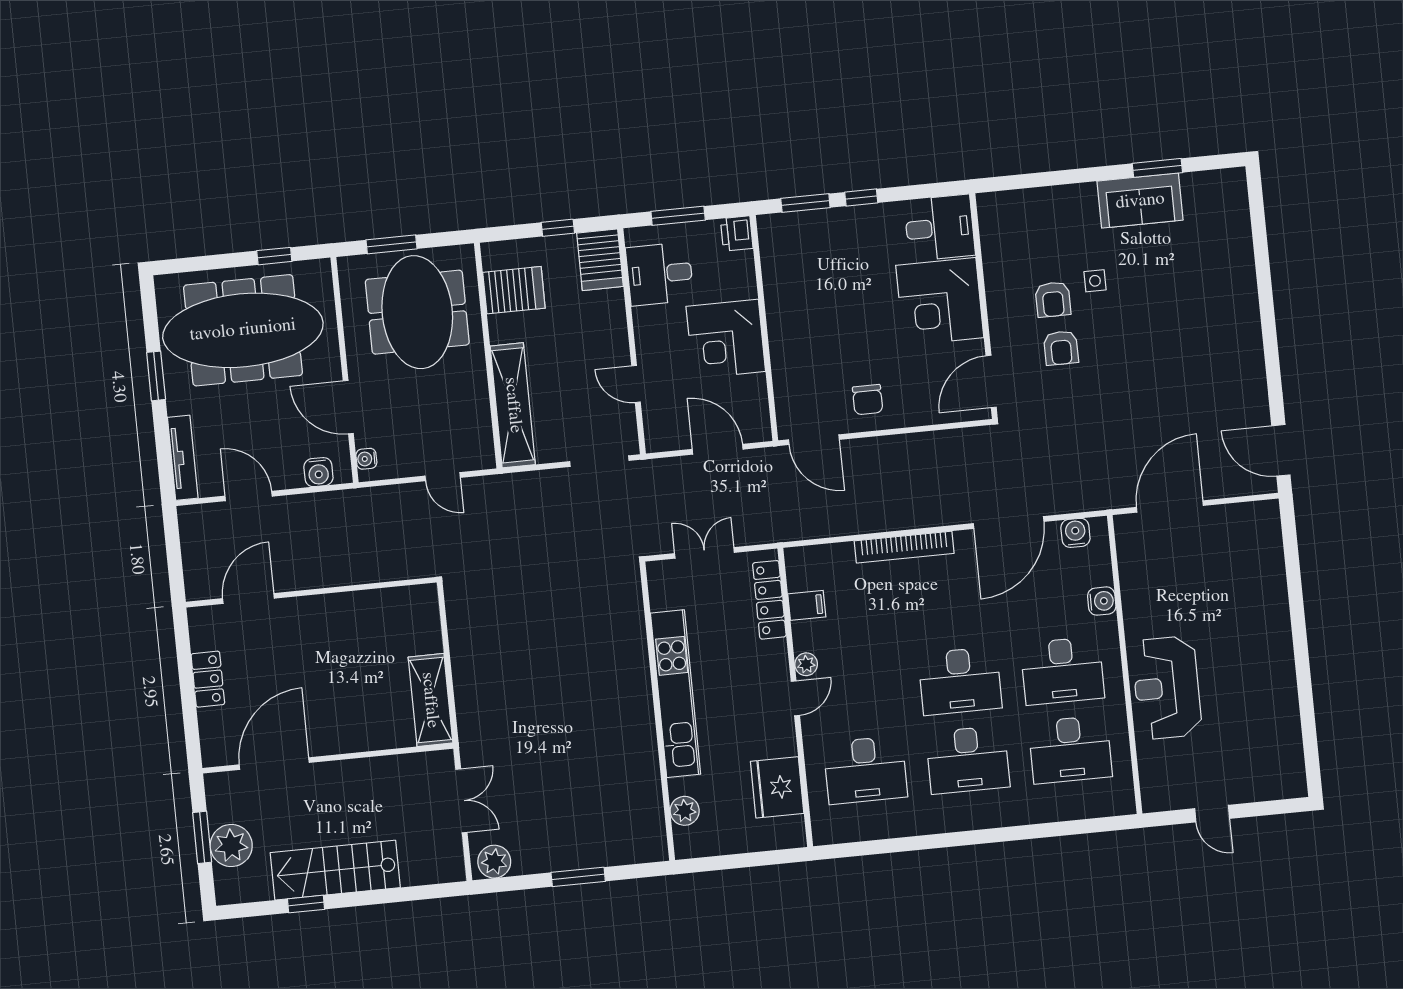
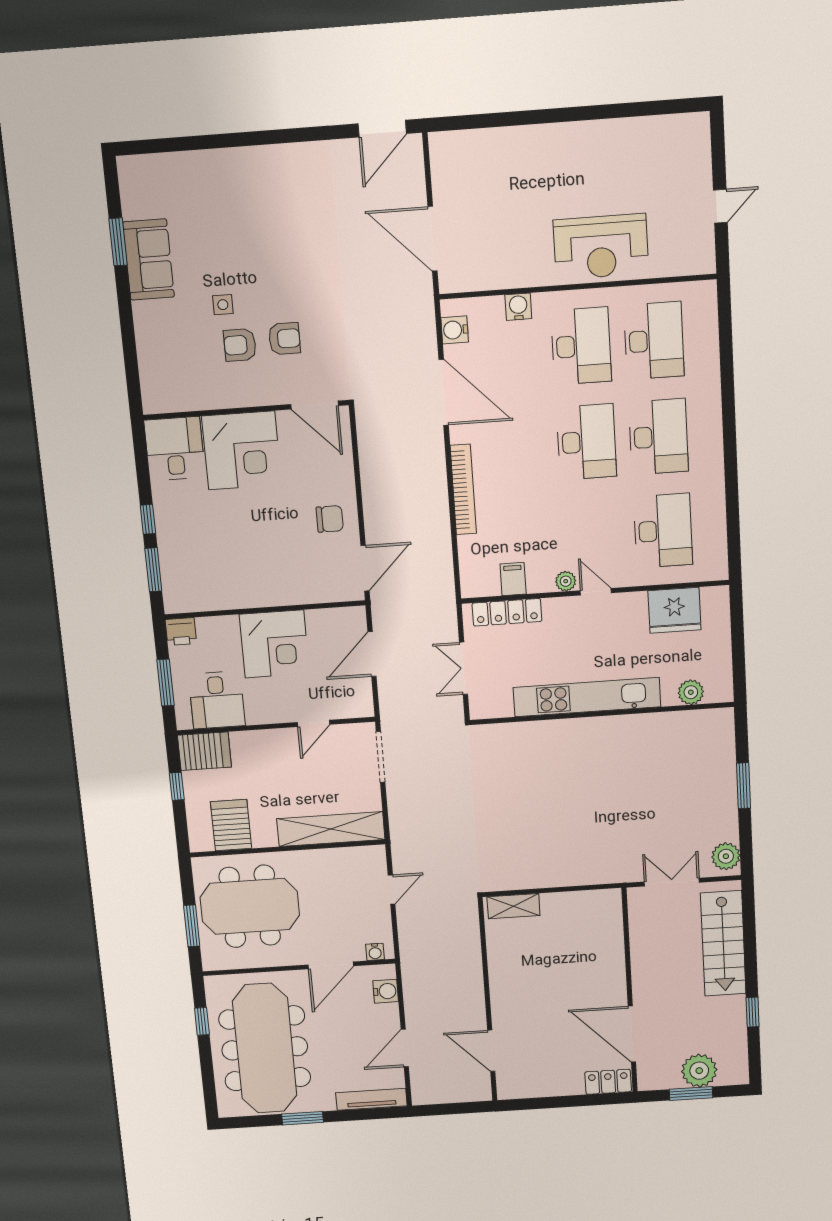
armchair: (1053, 299) -> (240, 345), turned 180
locker: (208, 679) -> (608, 1082), moved
shelving: (430, 700) -> (514, 906), moved, width x0.67, depth x0.75
stairs: (335, 870) -> (723, 943), moved

